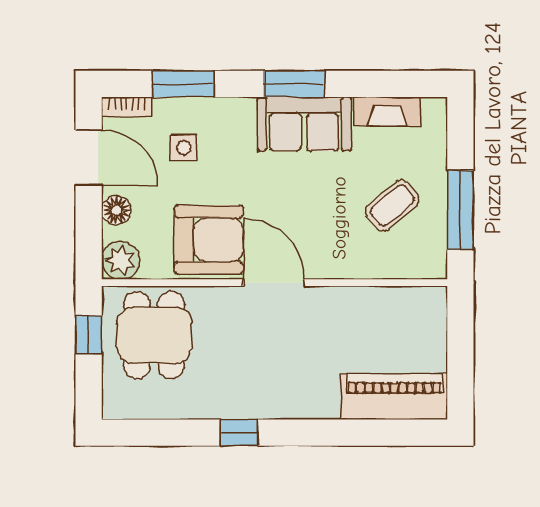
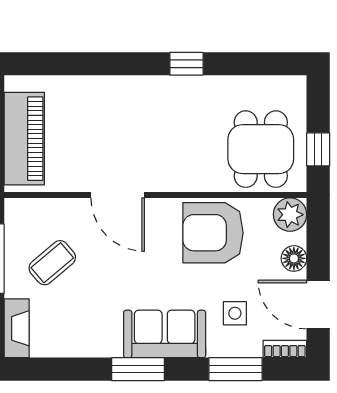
fireplace: (387, 111) -> (17, 328), moved, turned 90
sofa: (304, 124) -> (165, 334), moved
door: (274, 283) -> (118, 195), moved
piano: (394, 397) -> (24, 139), moved, turned -90

